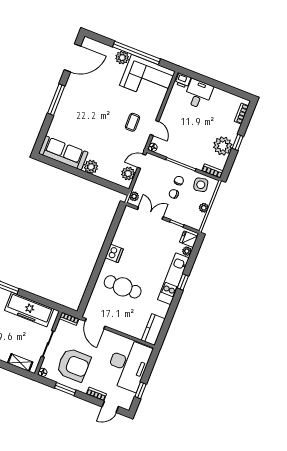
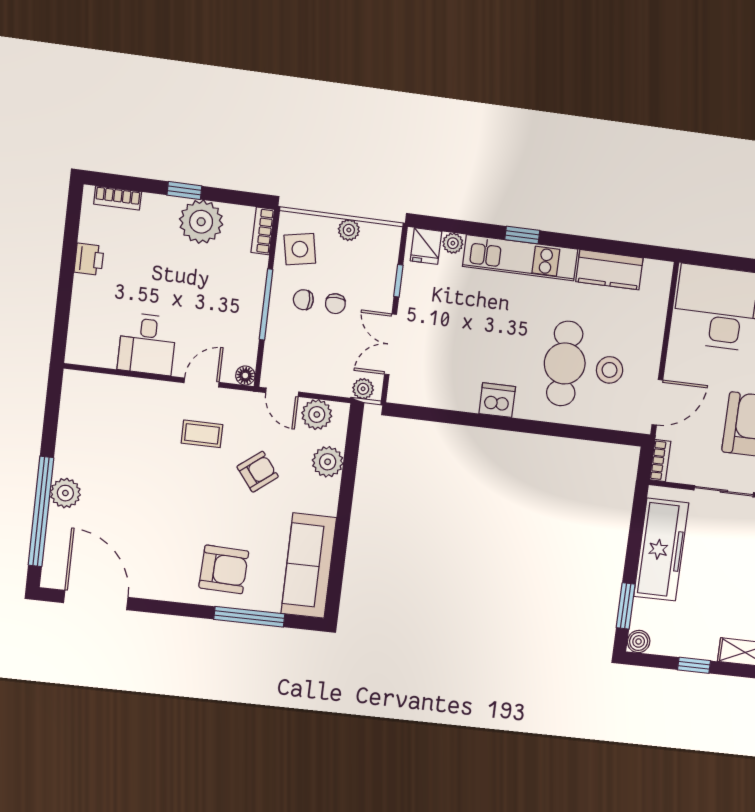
window: (137, 53) -> (41, 511), moved
corner sofa: (147, 78) -> (96, 426), removed
printer: (183, 81) -> (89, 259), moved
desk: (198, 94) -> (147, 344), moved, turned -90
window: (56, 100) -> (249, 617), moved
armchair: (71, 116) -> (224, 569), added
armchair: (110, 142) -> (258, 472), added
plant: (91, 167) -> (328, 462), moved
stool: (115, 306) -> (610, 370), added
kitchen counter: (153, 330) -> (609, 270), moved

